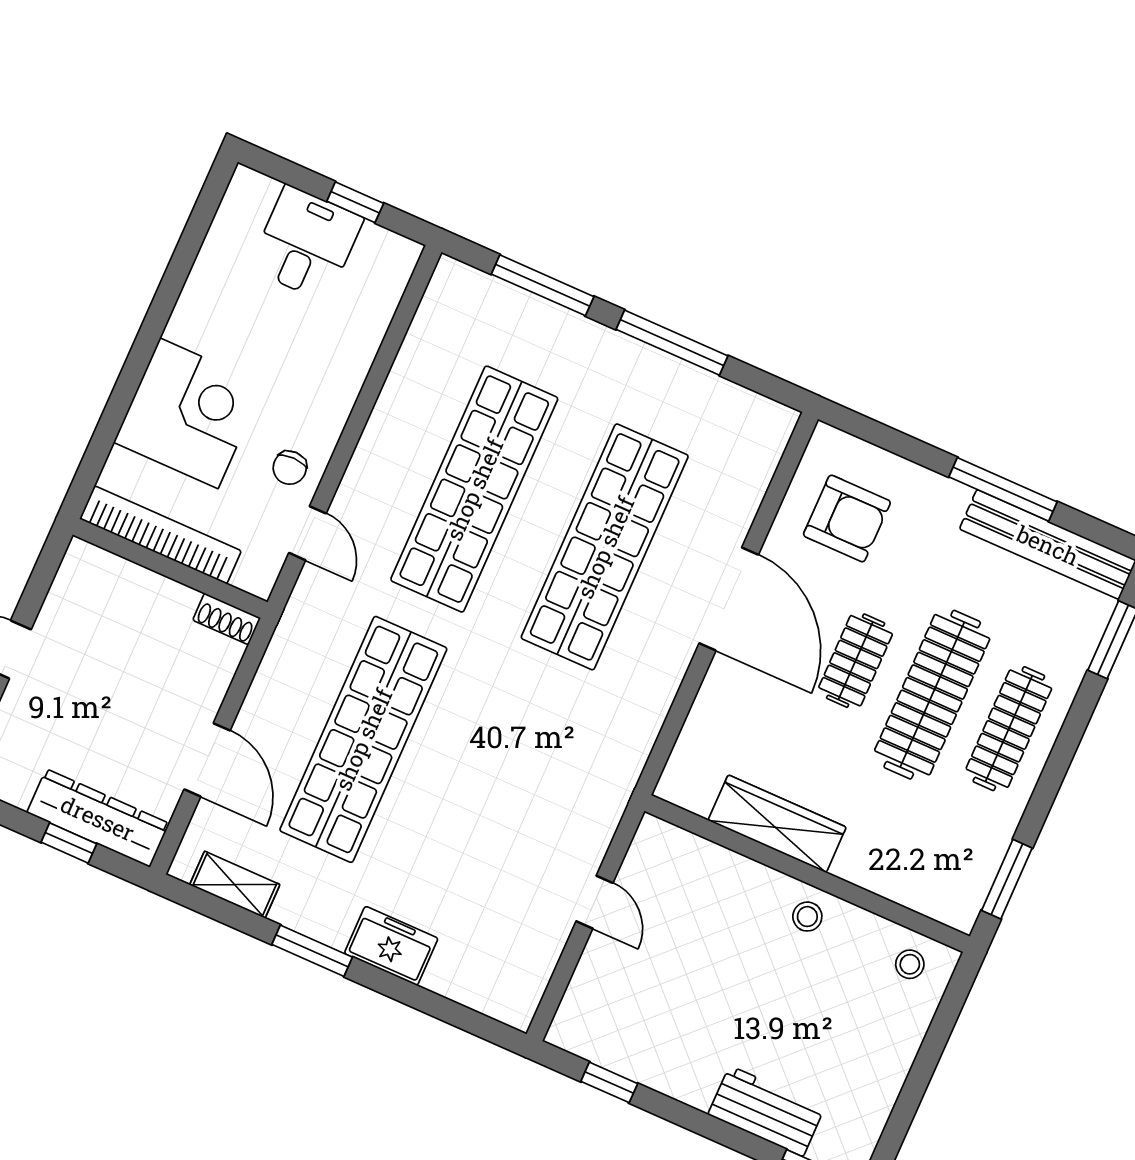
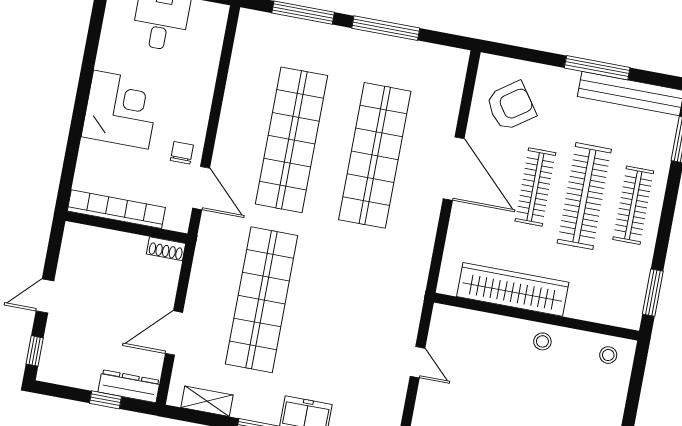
corner desk: (189, 413) -> (121, 110), moved
chair: (290, 468) -> (182, 153), turned 180
armchair: (847, 518) -> (511, 106), turned -35
door: (308, 533) -> (201, 188), width x1.38
clothes rail: (856, 661) -> (535, 187), width x1.36
door: (207, 760) -> (174, 333), swing flipped
dresser: (98, 818) -> (129, 386), width x0.73, depth x0.80
wardrobe: (777, 824) -> (513, 289), width x1.40, depth x1.17

